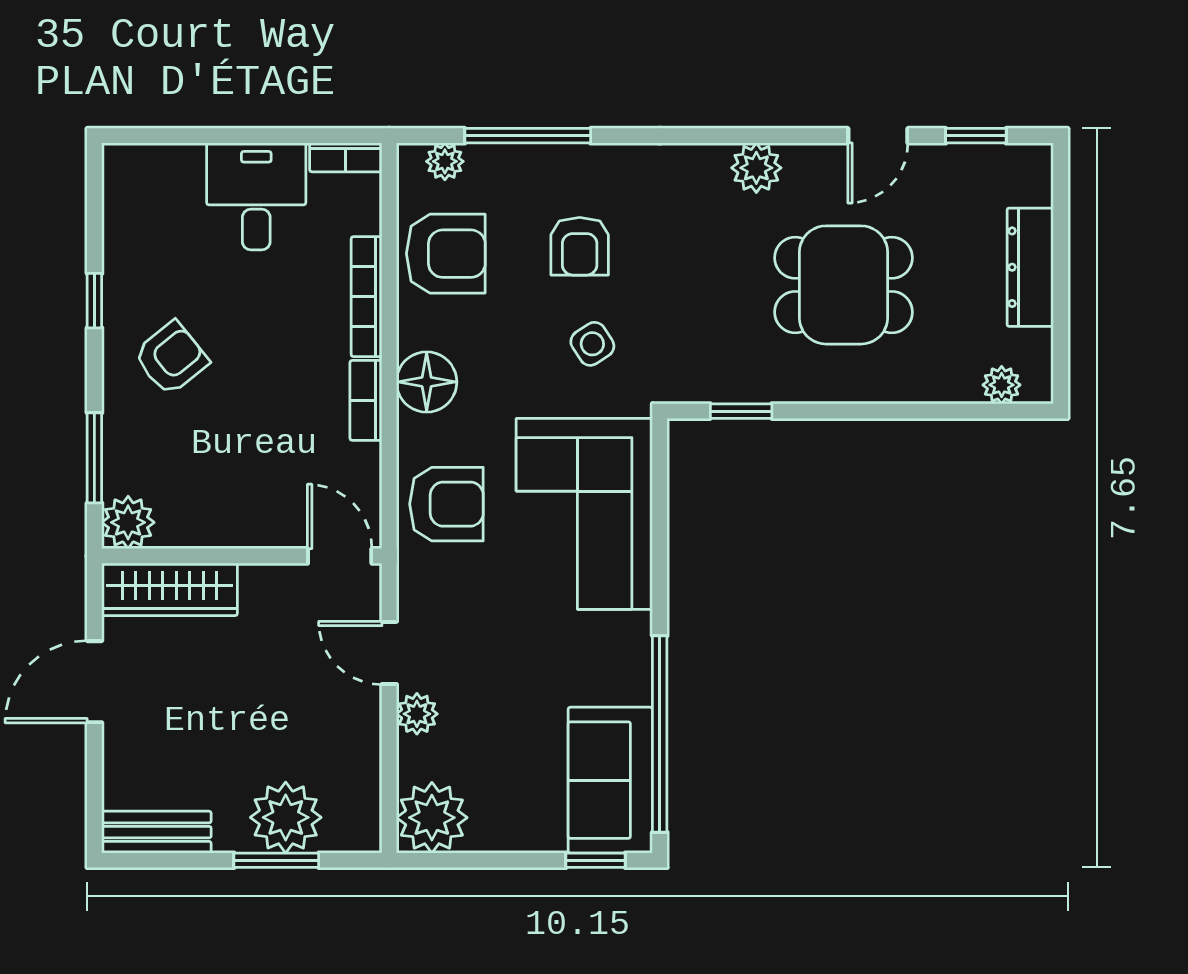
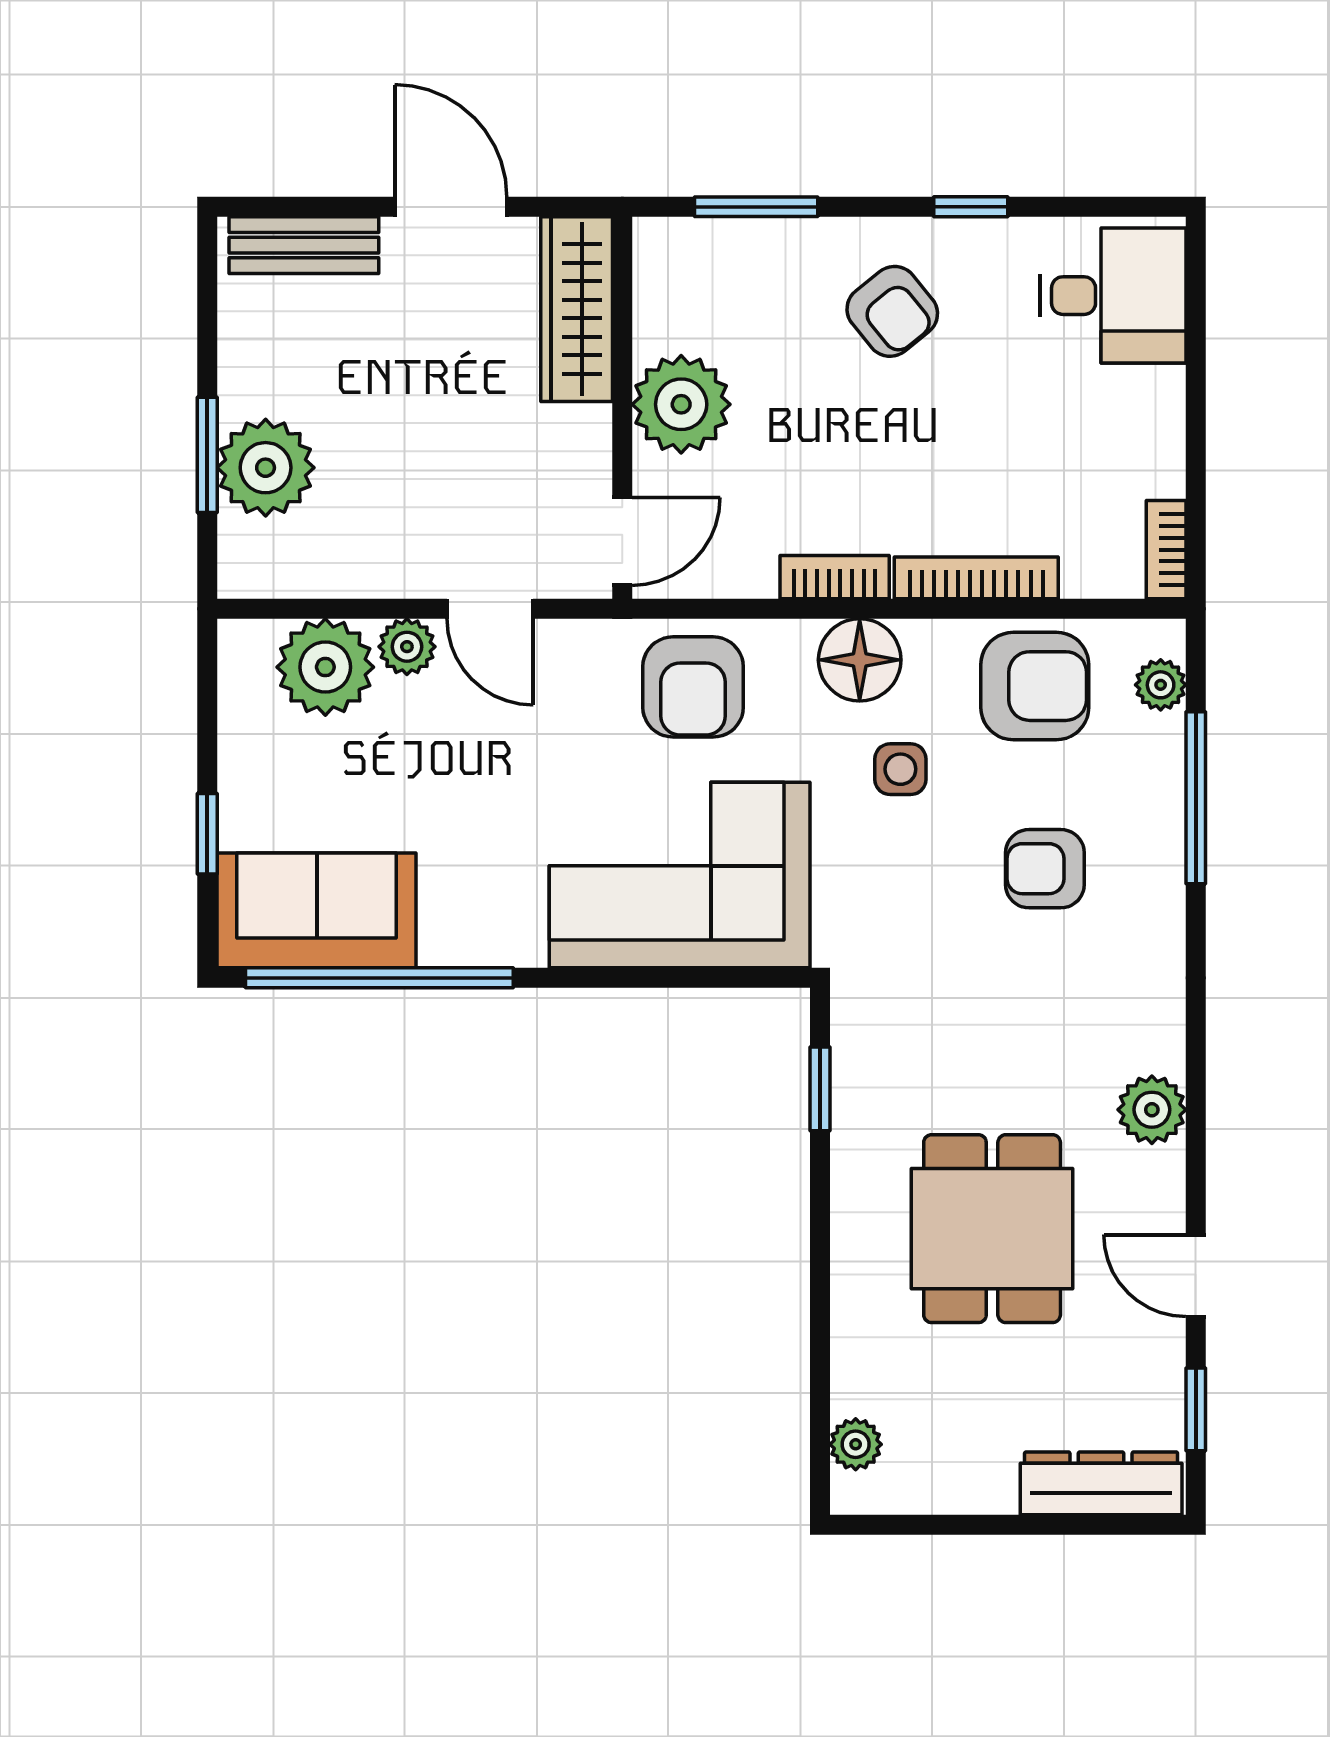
desk: (256, 196) -> (1113, 296), moved
armchair: (446, 254) -> (1035, 686), turned -90
dresser: (1030, 267) -> (1101, 1483), moved
side table: (592, 344) -> (900, 769), moved, turned 33
plant: (128, 522) -> (681, 404), moved, width x1.36, depth x1.36
door: (389, 653) -> (490, 609), swing flipped
plant: (432, 818) -> (325, 667), moved
bench: (156, 832) -> (304, 245), moved, turned 90
window: (596, 860) -> (207, 834), moved

